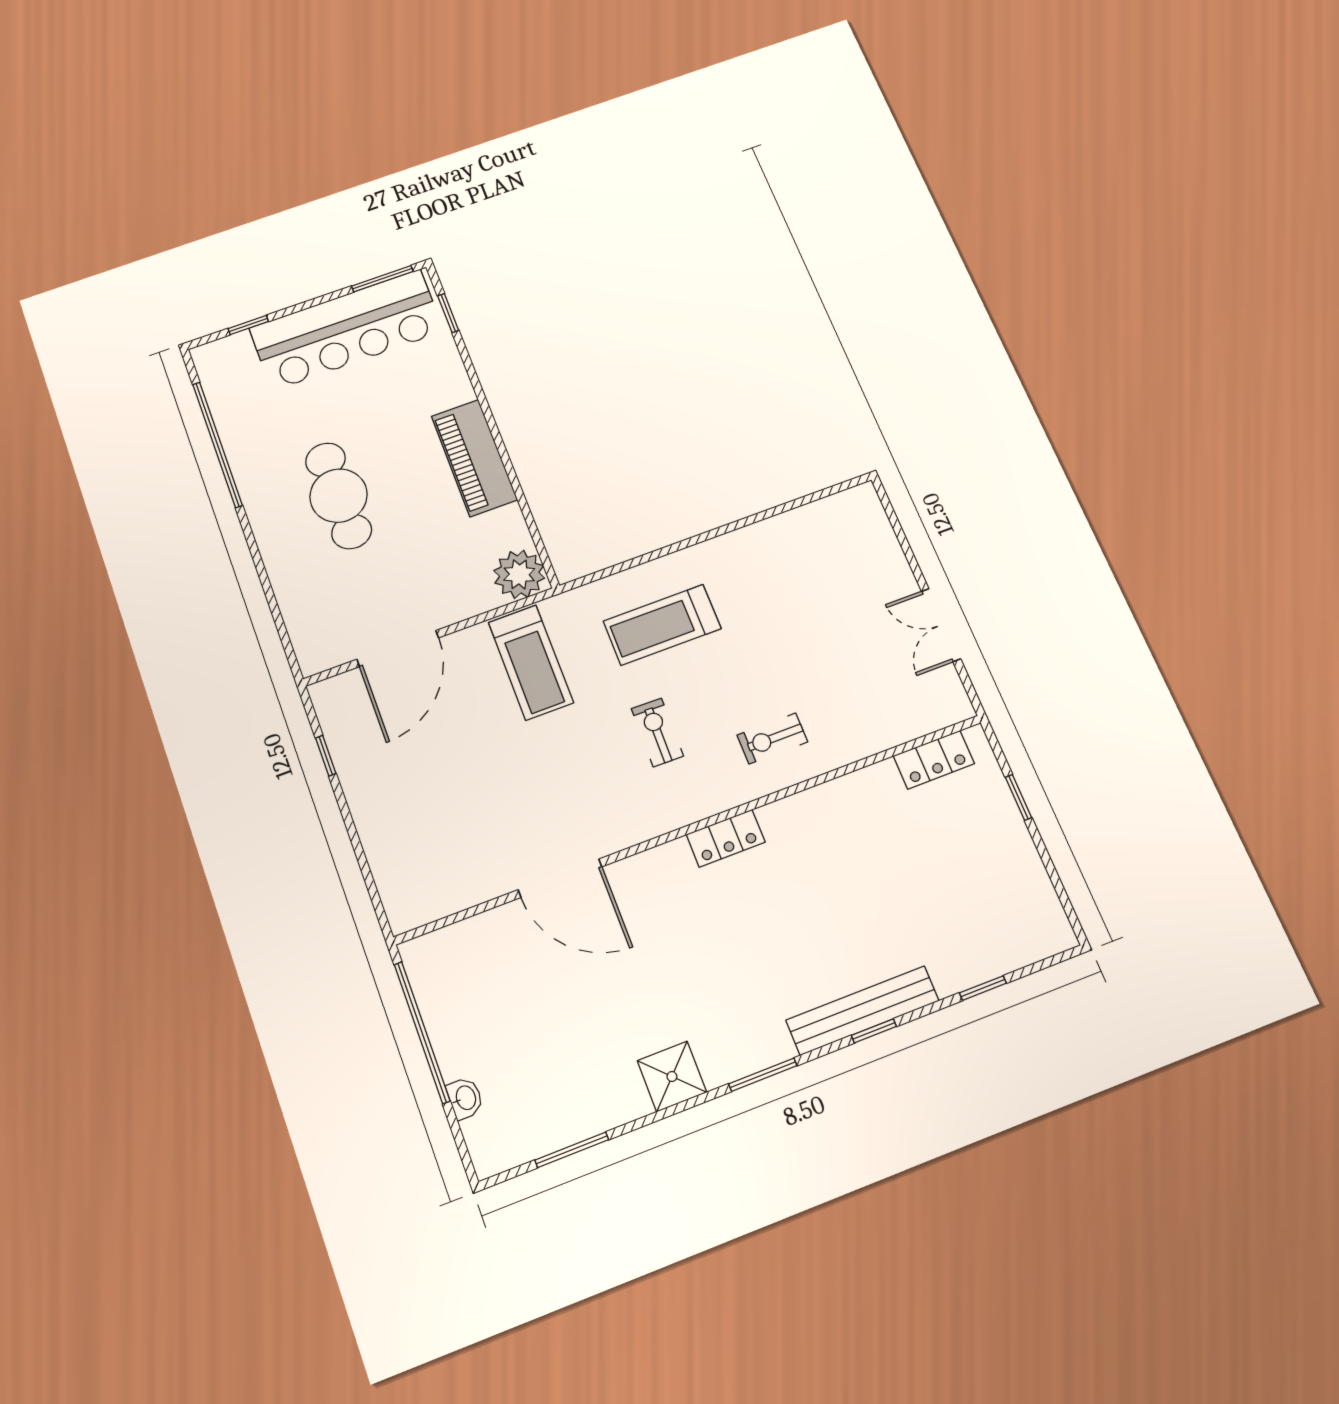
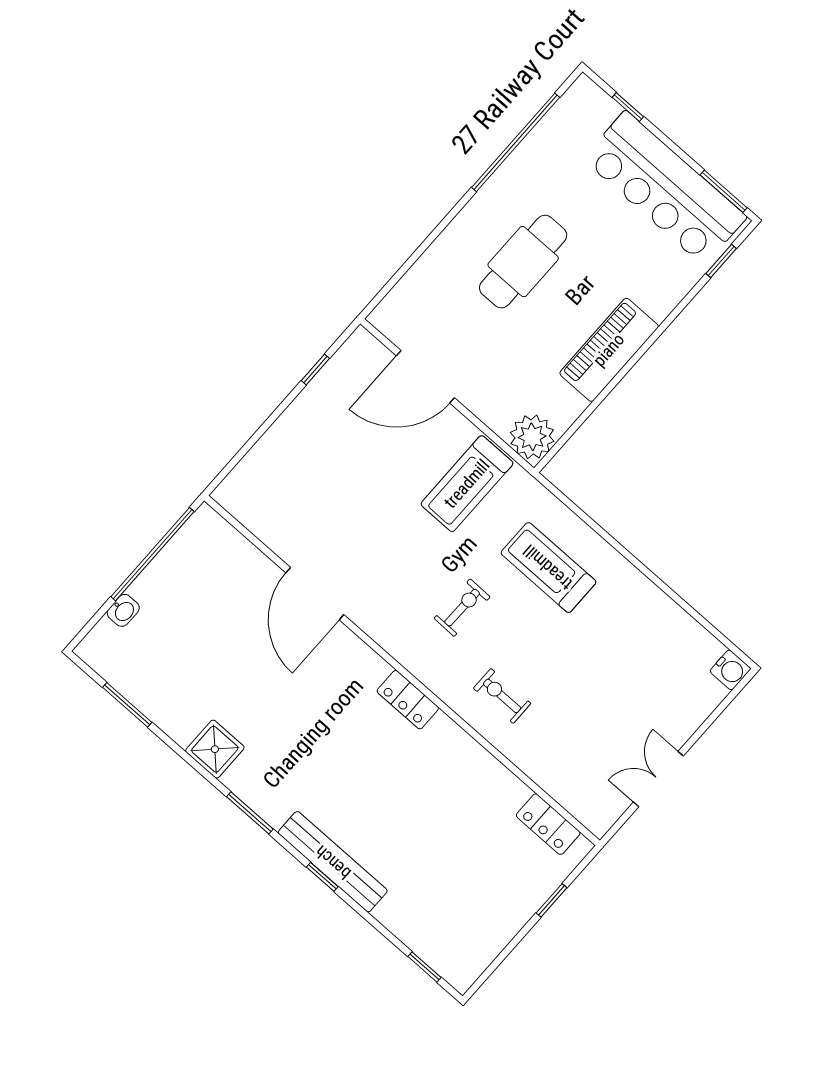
water cooler: (862, 500) -> (730, 670), added
window: (983, 988) -> (424, 967), moved

